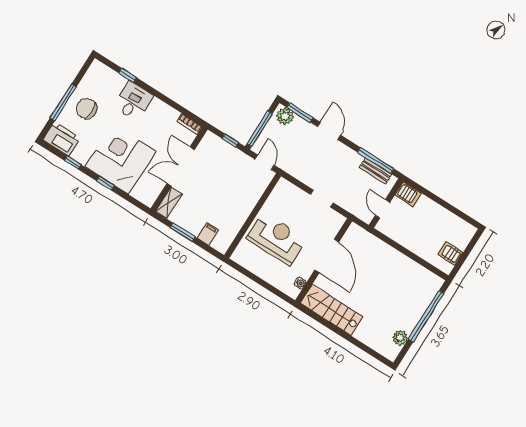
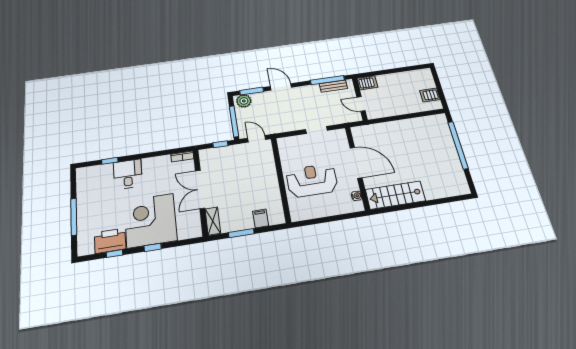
chair: (87, 109) -> (96, 207), removed
printer: (62, 139) -> (110, 241), moved
plant: (400, 338) -> (458, 173), removed

